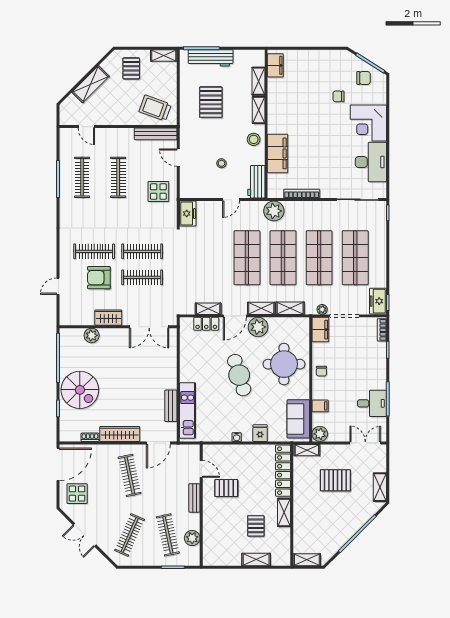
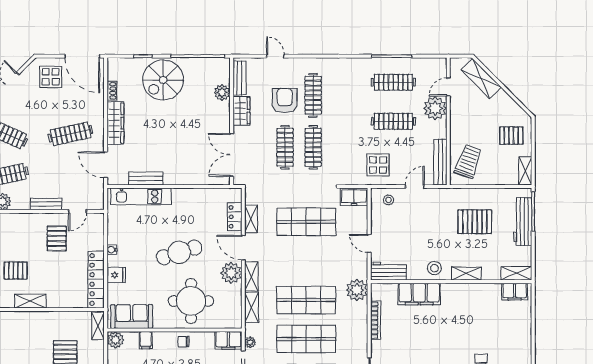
shelving: (258, 81) -> (516, 273), moved
shelving: (91, 84) -> (481, 79), moved
plant: (106, 139) -> (435, 108), added
stool: (221, 163) -> (389, 200), moved
shop shelf: (247, 258) -> (306, 222), moved
bench: (78, 319) -> (240, 78), added
locker: (283, 471) -> (96, 279), moved, turned -90

